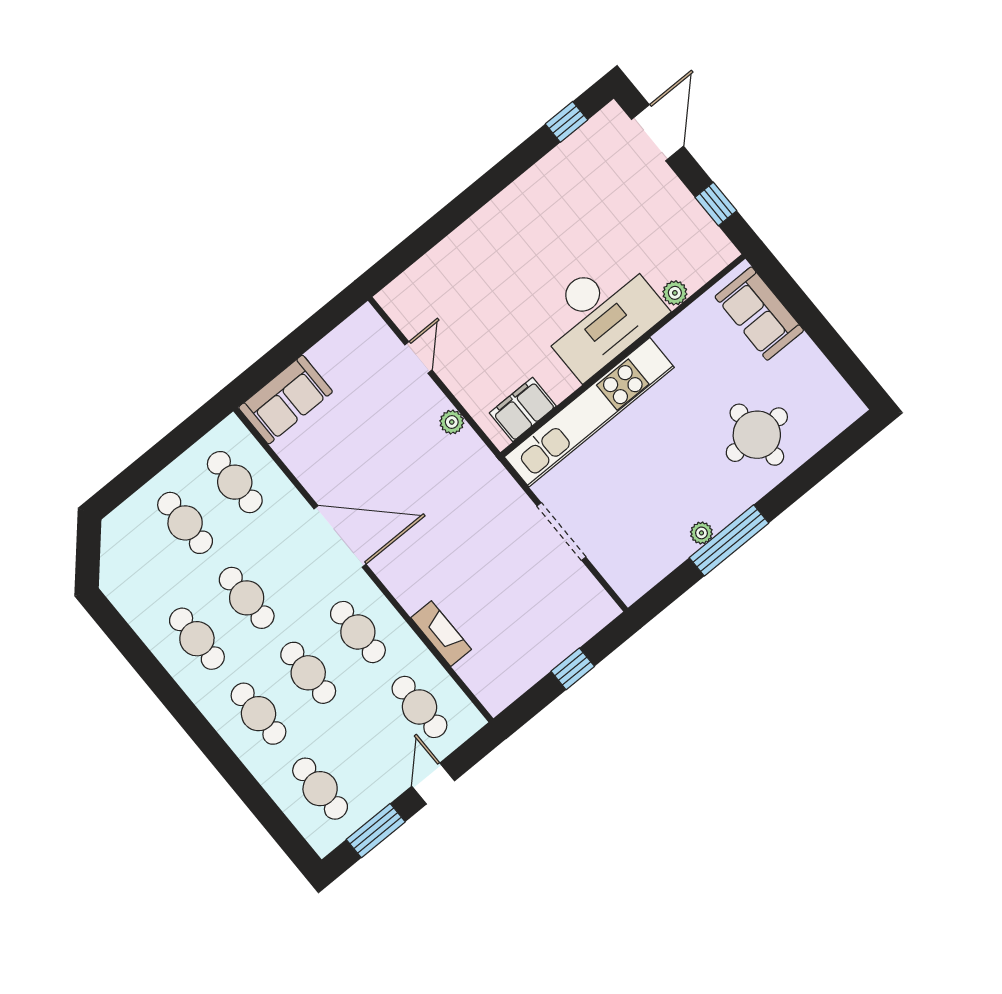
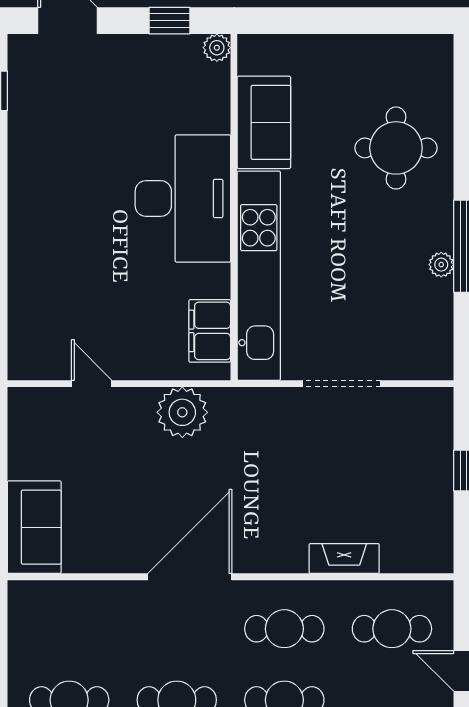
plant: (675, 293) -> (217, 48), moved
sofa: (759, 314) -> (264, 122), moved, turned -90
plant: (452, 422) -> (182, 412), width x1.88, depth x1.88
cafe table: (235, 482) -> (69, 629), removed

